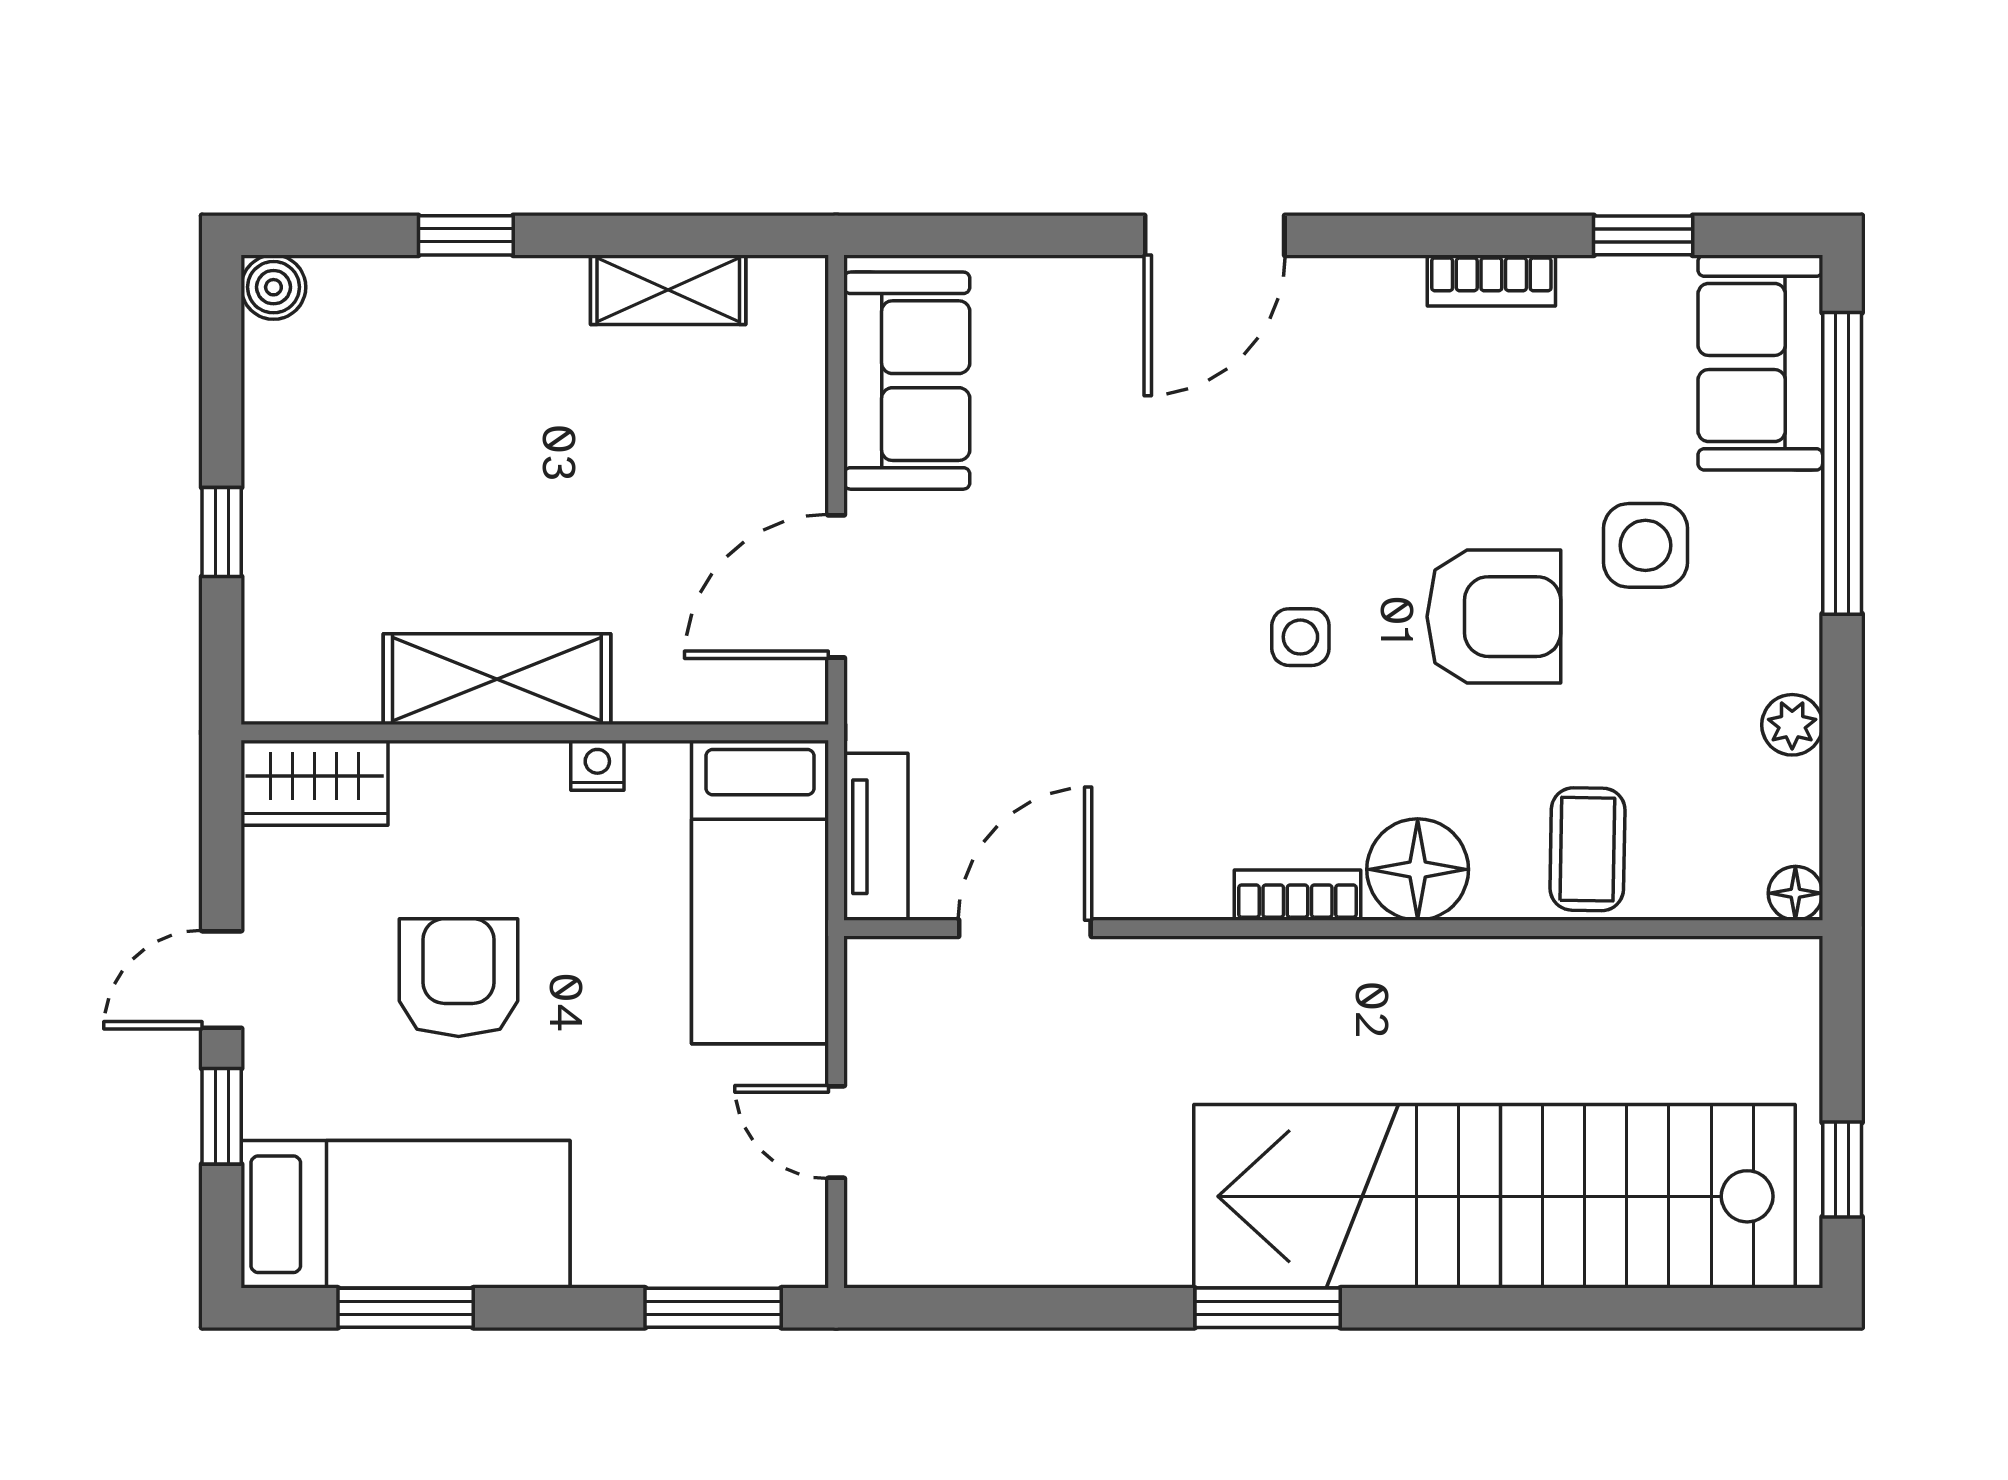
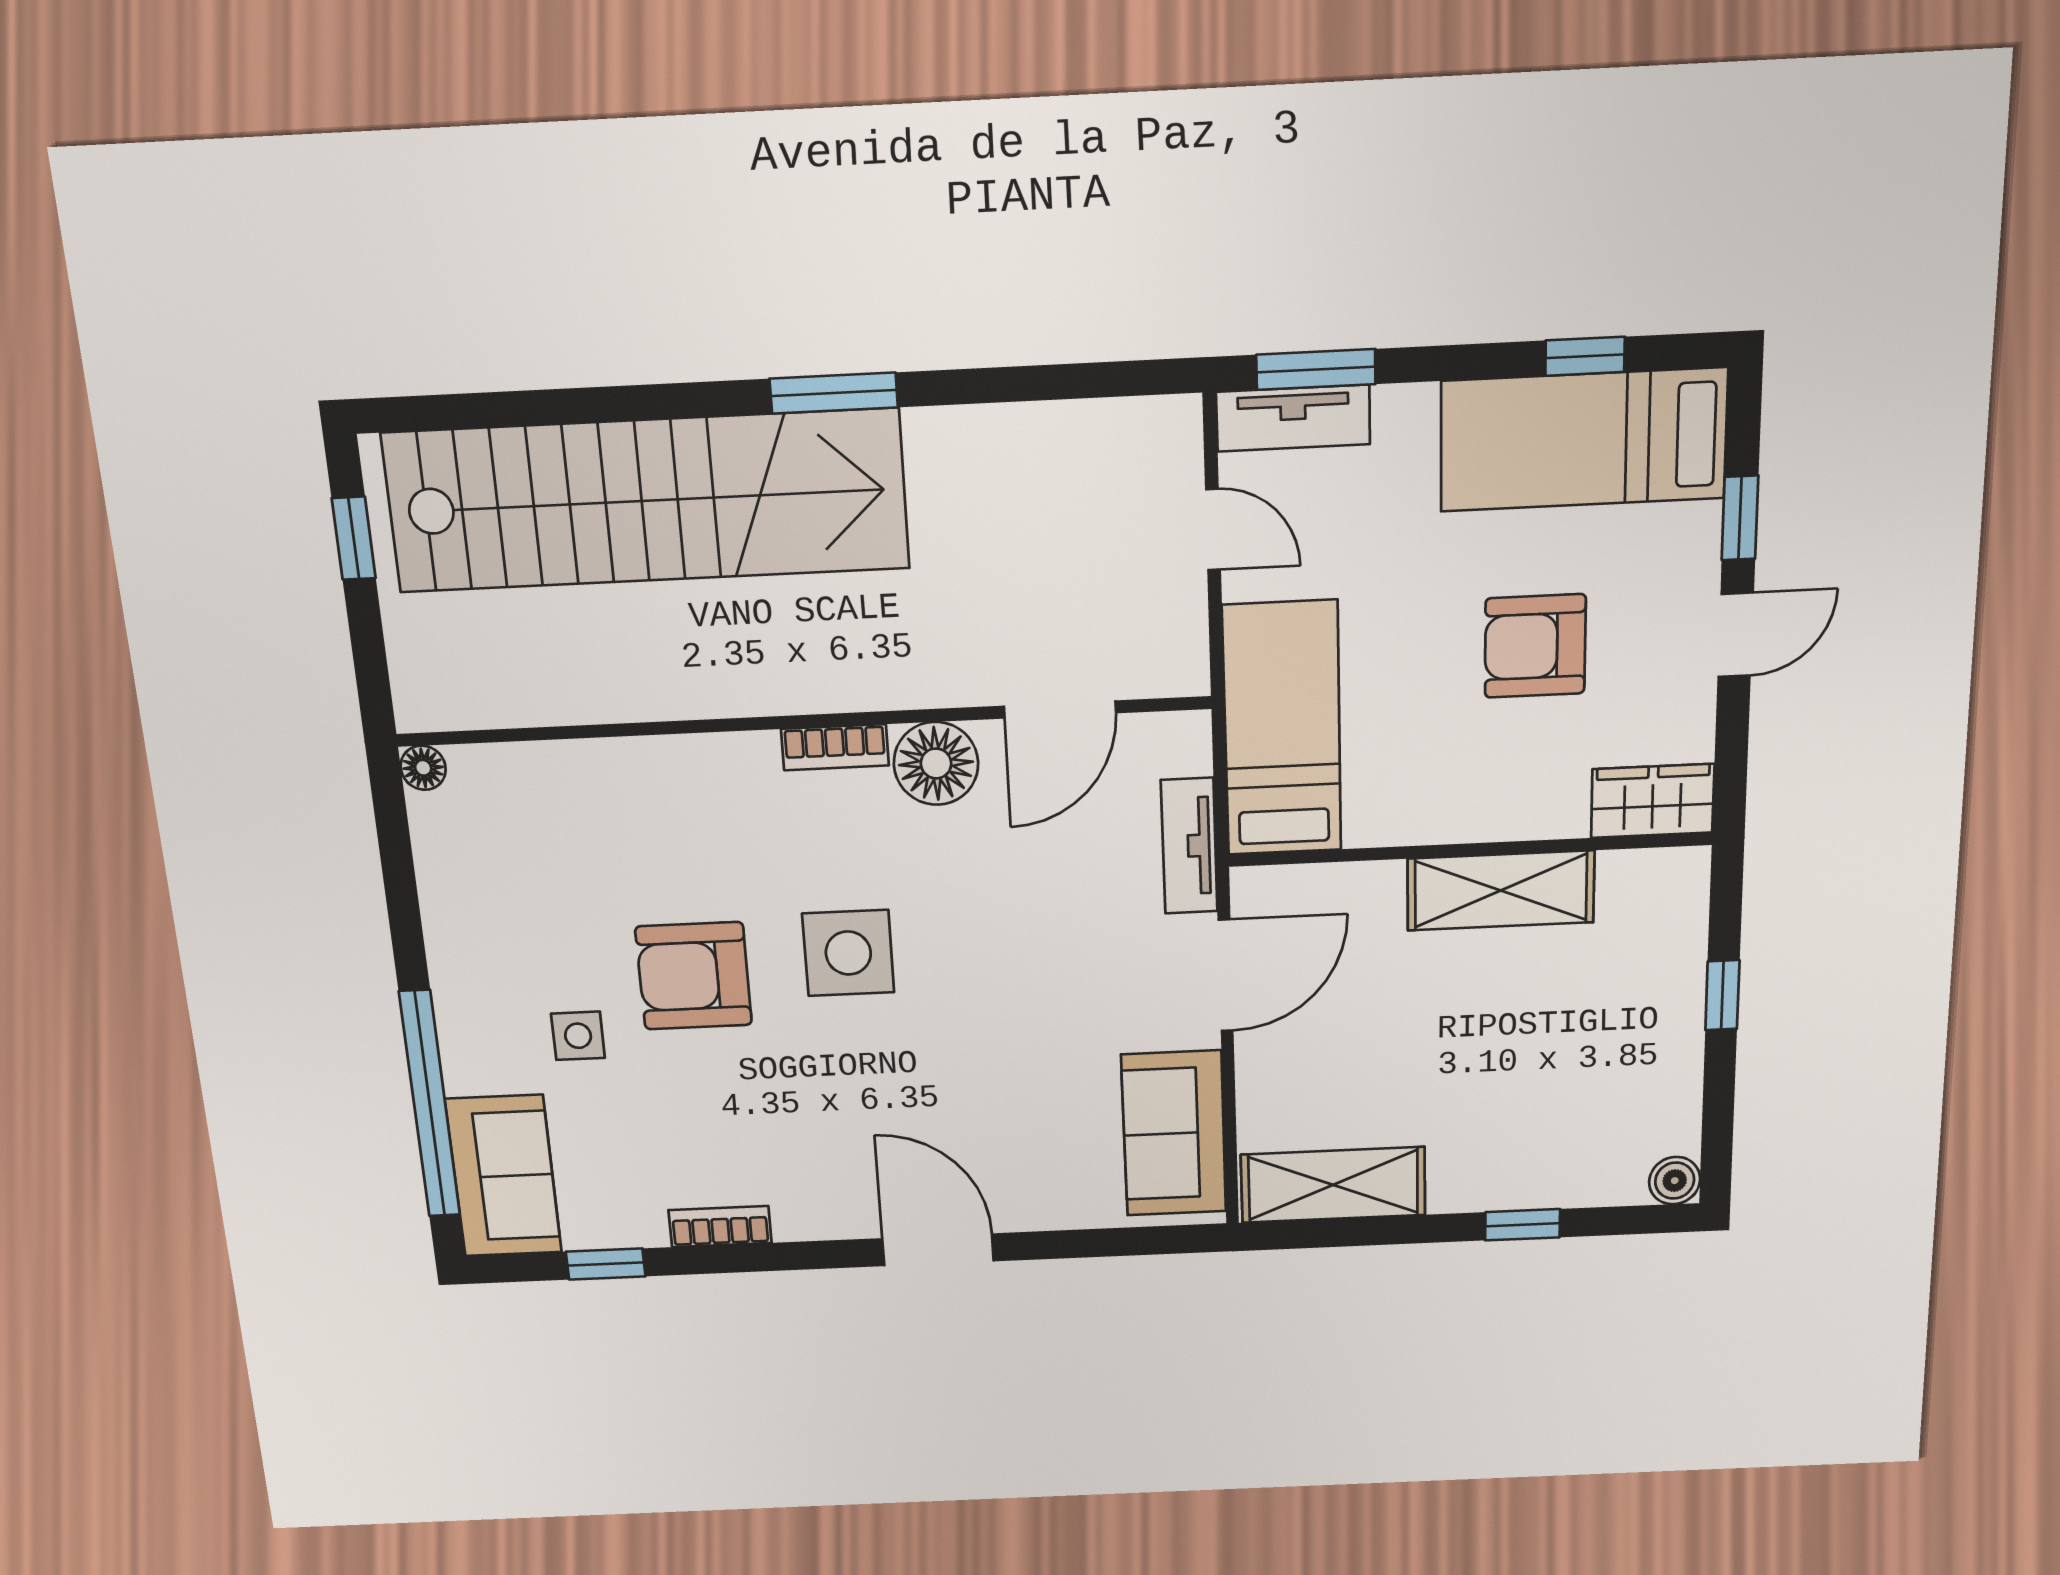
door: (1215, 235) -> (938, 1250), hinge flipped
shelving: (668, 290) -> (1333, 1185), width x1.50, depth x1.33
side table: (1645, 545) -> (578, 1036), width x0.73, depth x0.73
side table: (1300, 637) -> (848, 953), width x1.87, depth x1.87
plant: (1792, 725) -> (443, 902), removed
nightstand: (597, 765) -> (1418, 826), removed
tv unit: (876, 837) -> (1189, 846), moved
coffee table: (1587, 849) -> (599, 796), removed
floor lamp: (1418, 869) -> (936, 763), moved
armchair: (459, 978) -> (1535, 646), turned 90
tv unit: (740, 1255) -> (1293, 418), added
window: (406, 1308) -> (1585, 356), width x0.67

